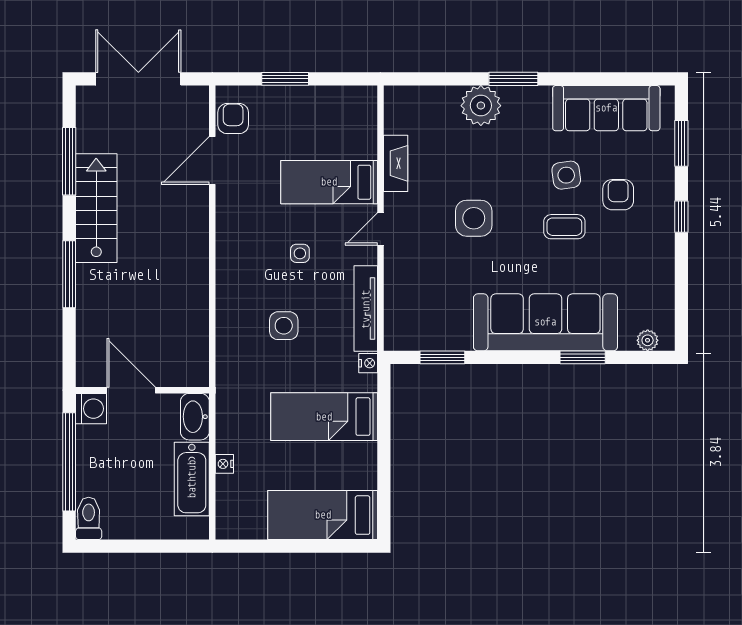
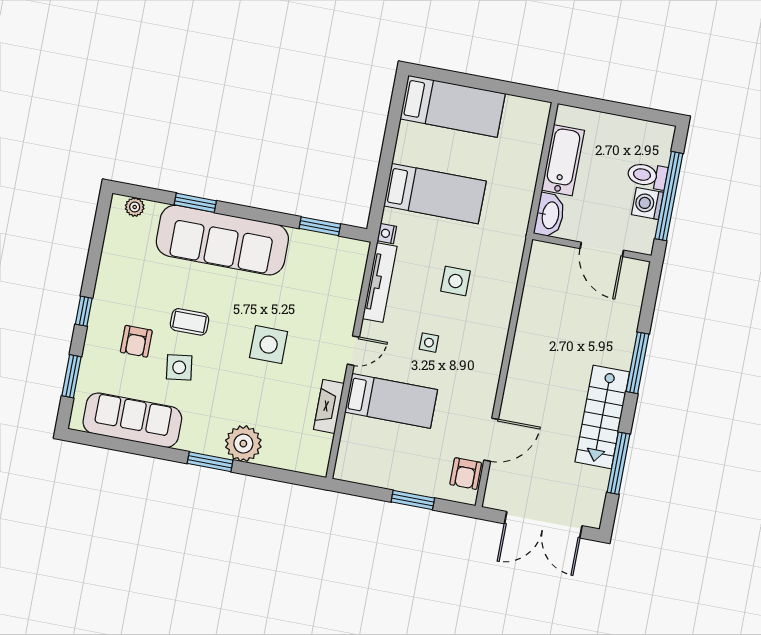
washing machine: (91, 409) -> (647, 203), moved
nightstand: (224, 464) -> (531, 168), removed
toilet: (89, 518) -> (647, 176), moved, turned 90

